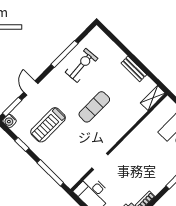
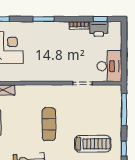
exercise mat: (94, 107) -> (49, 124), turned 90

